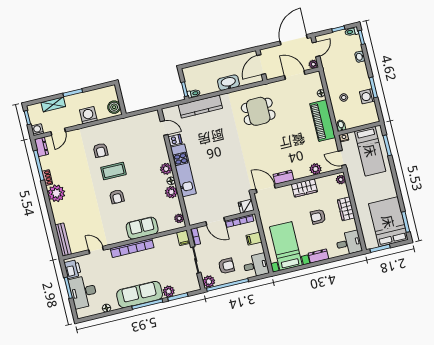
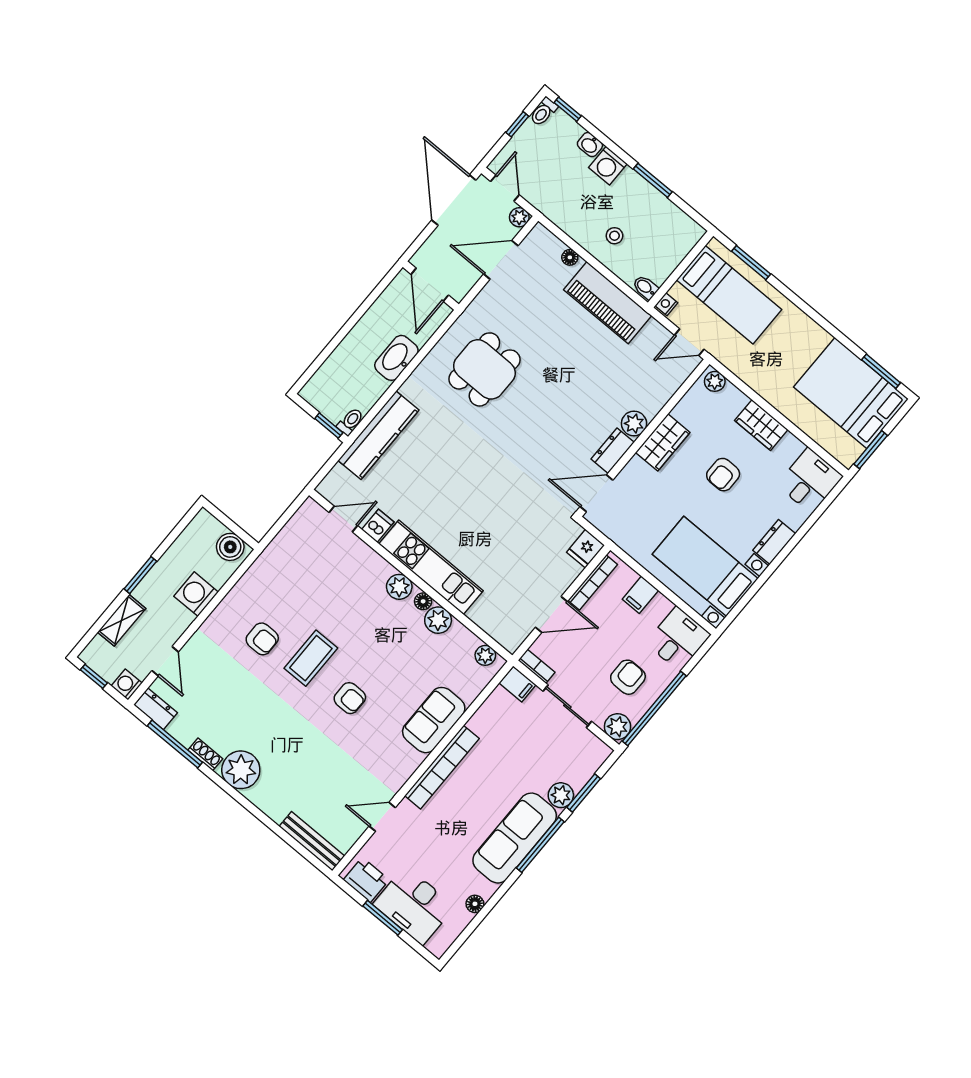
washing machine: (367, 96) -> (608, 166), moved
plant: (315, 169) -> (634, 423), moved

